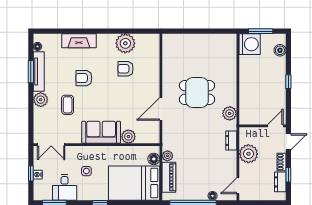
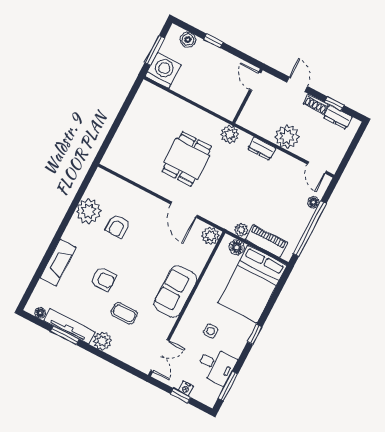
armchair: (84, 78) -> (103, 279), turned -90
window: (288, 82) -> (213, 41), moved
wall: (262, 126) -> (248, 96), moved
door: (275, 126) -> (255, 81), moved
plant: (128, 137) -> (210, 236), moved

